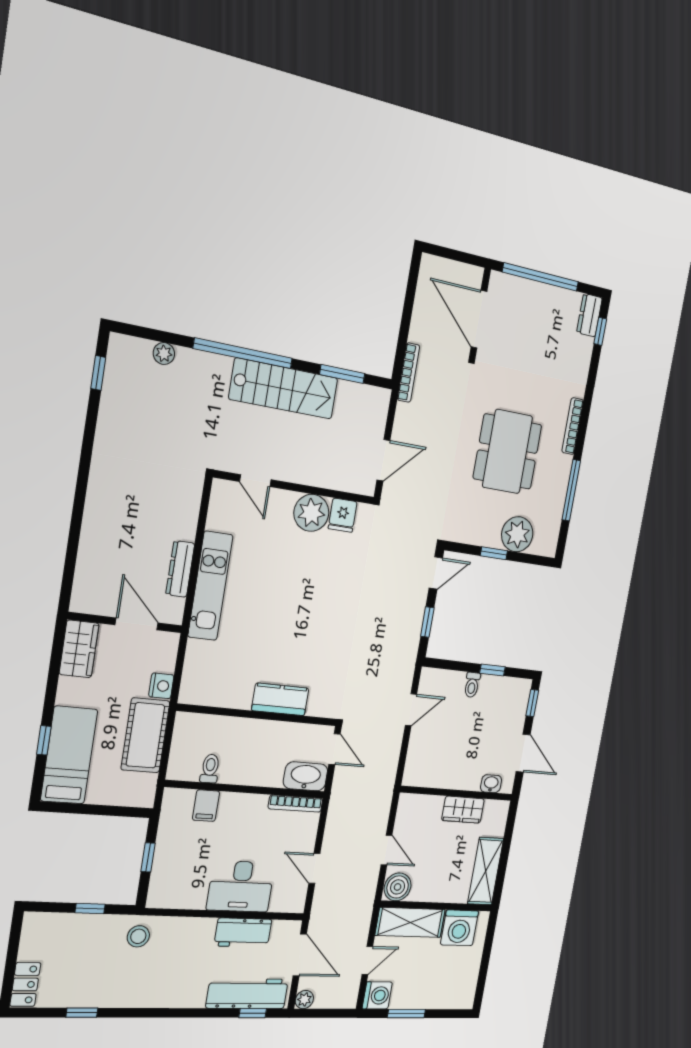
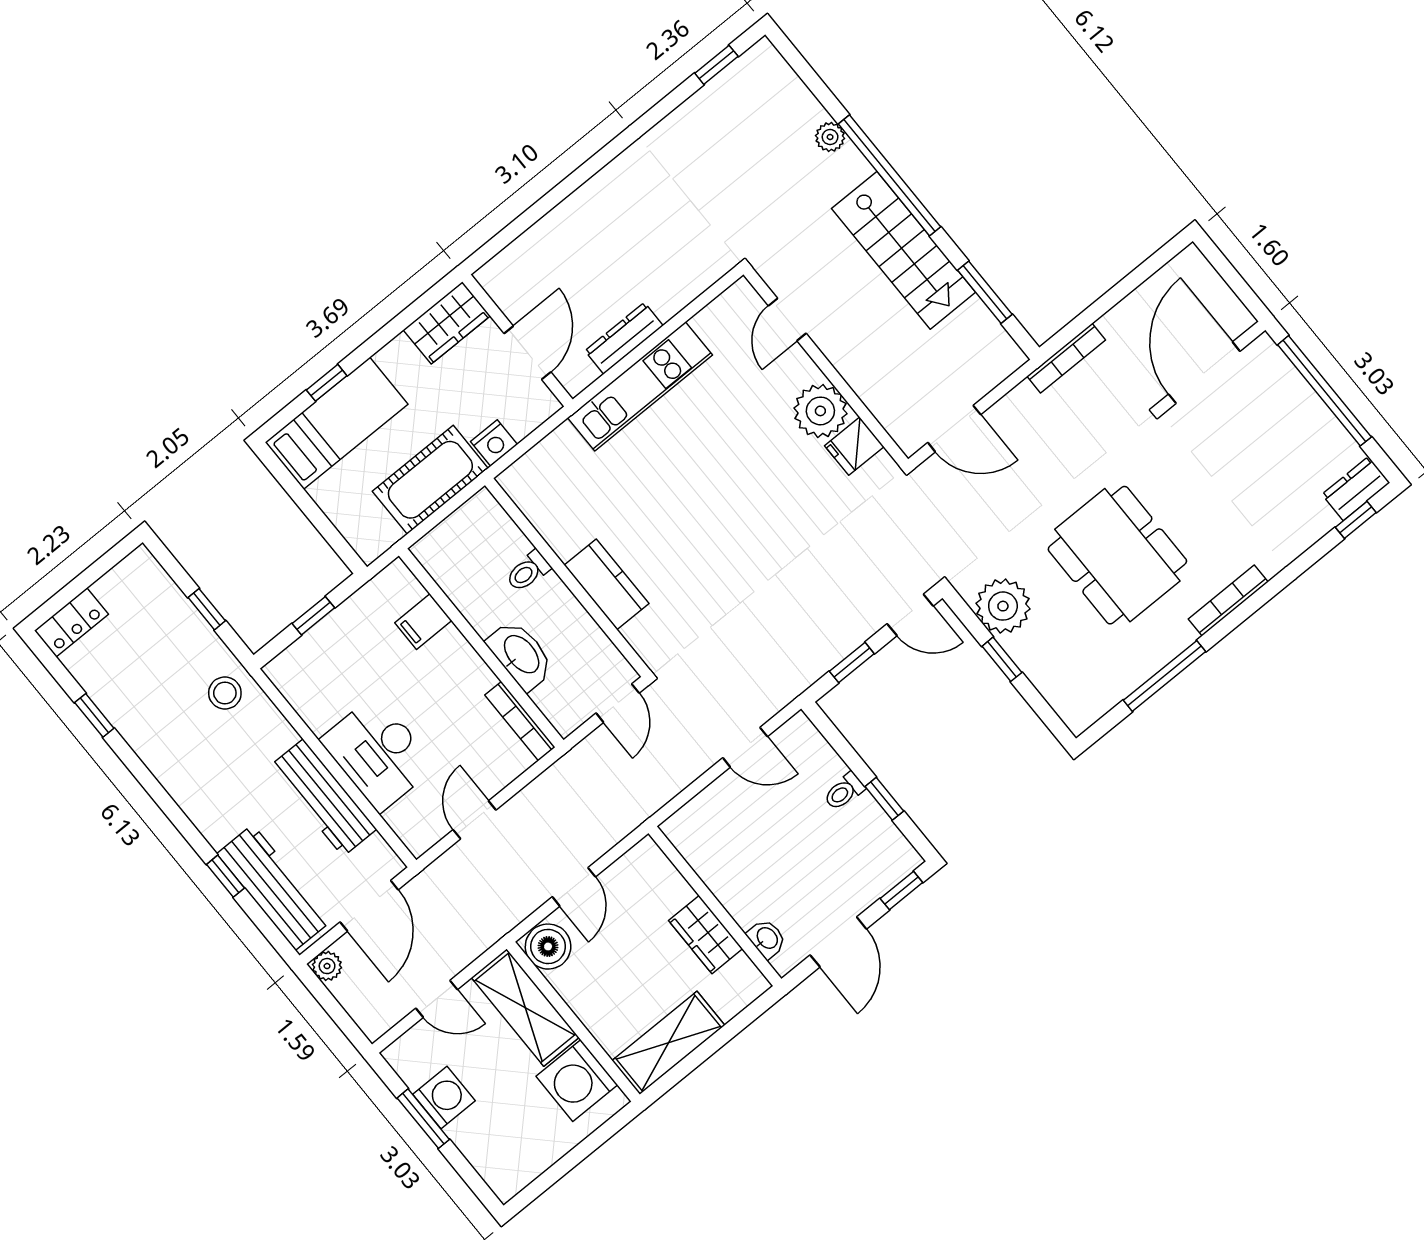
plant: (164, 353) -> (830, 137), moved
dining table: (507, 452) -> (1117, 555), turned 90
plant: (517, 534) -> (1003, 606), moved
toilet: (210, 769) -> (528, 571), moved, turned 180
washbasin: (305, 776) -> (521, 655), moved
workbench: (243, 933) -> (323, 798), width x1.38
washing machine: (377, 995) -> (444, 1098), moved, turned -90
window: (253, 1013) -> (225, 876), moved

